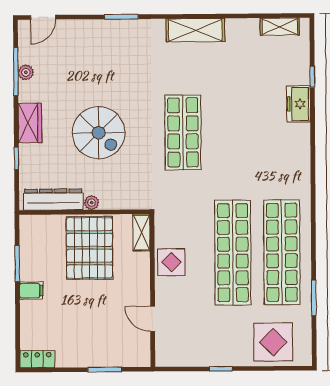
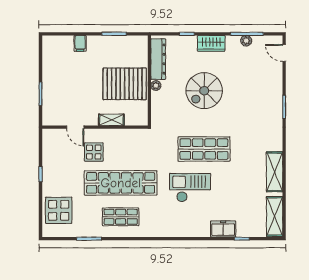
shelving: (280, 27) -> (275, 216), width x1.50, depth x1.33
shelving: (195, 30) -> (275, 172), moved
checkout: (239, 152) -> (190, 188), added
shelving: (141, 233) -> (111, 120), moved
shop shelf: (282, 252) -> (121, 217), width x0.50, depth x0.74
display table: (171, 262) -> (94, 152), moved
filing cabinet: (31, 291) -> (80, 43), moved
door: (153, 319) -> (75, 127), swing flipped
locker: (37, 359) -> (48, 47), removed

